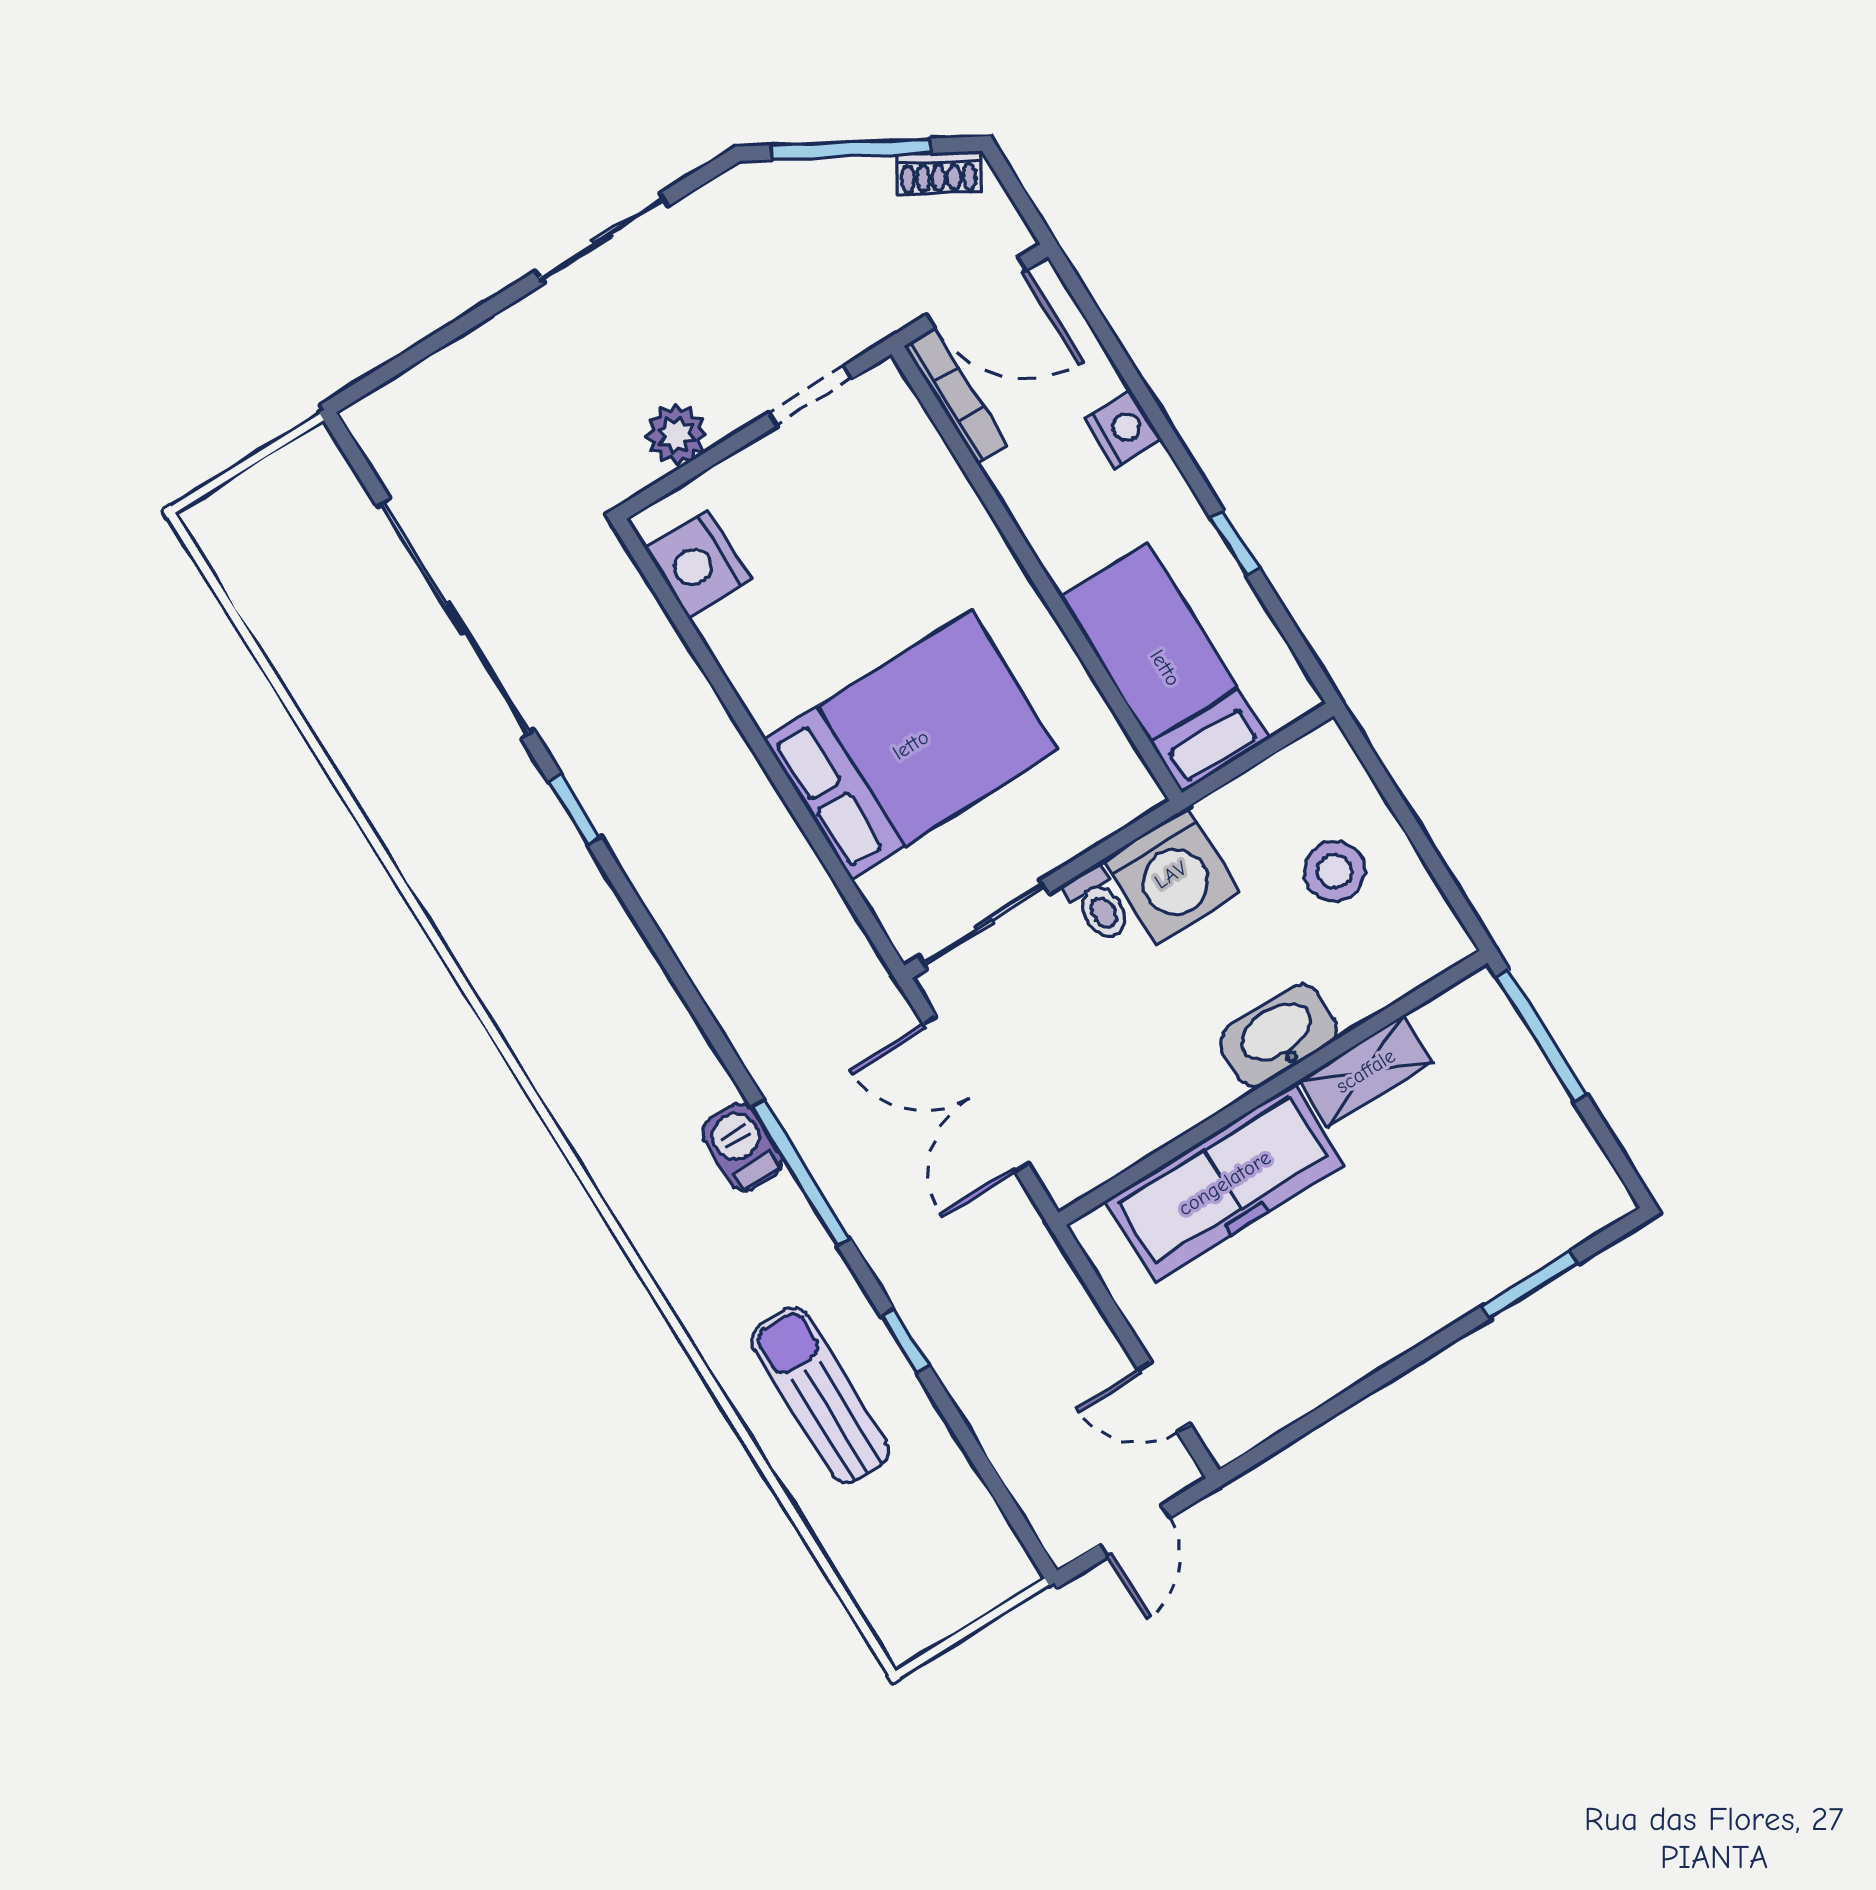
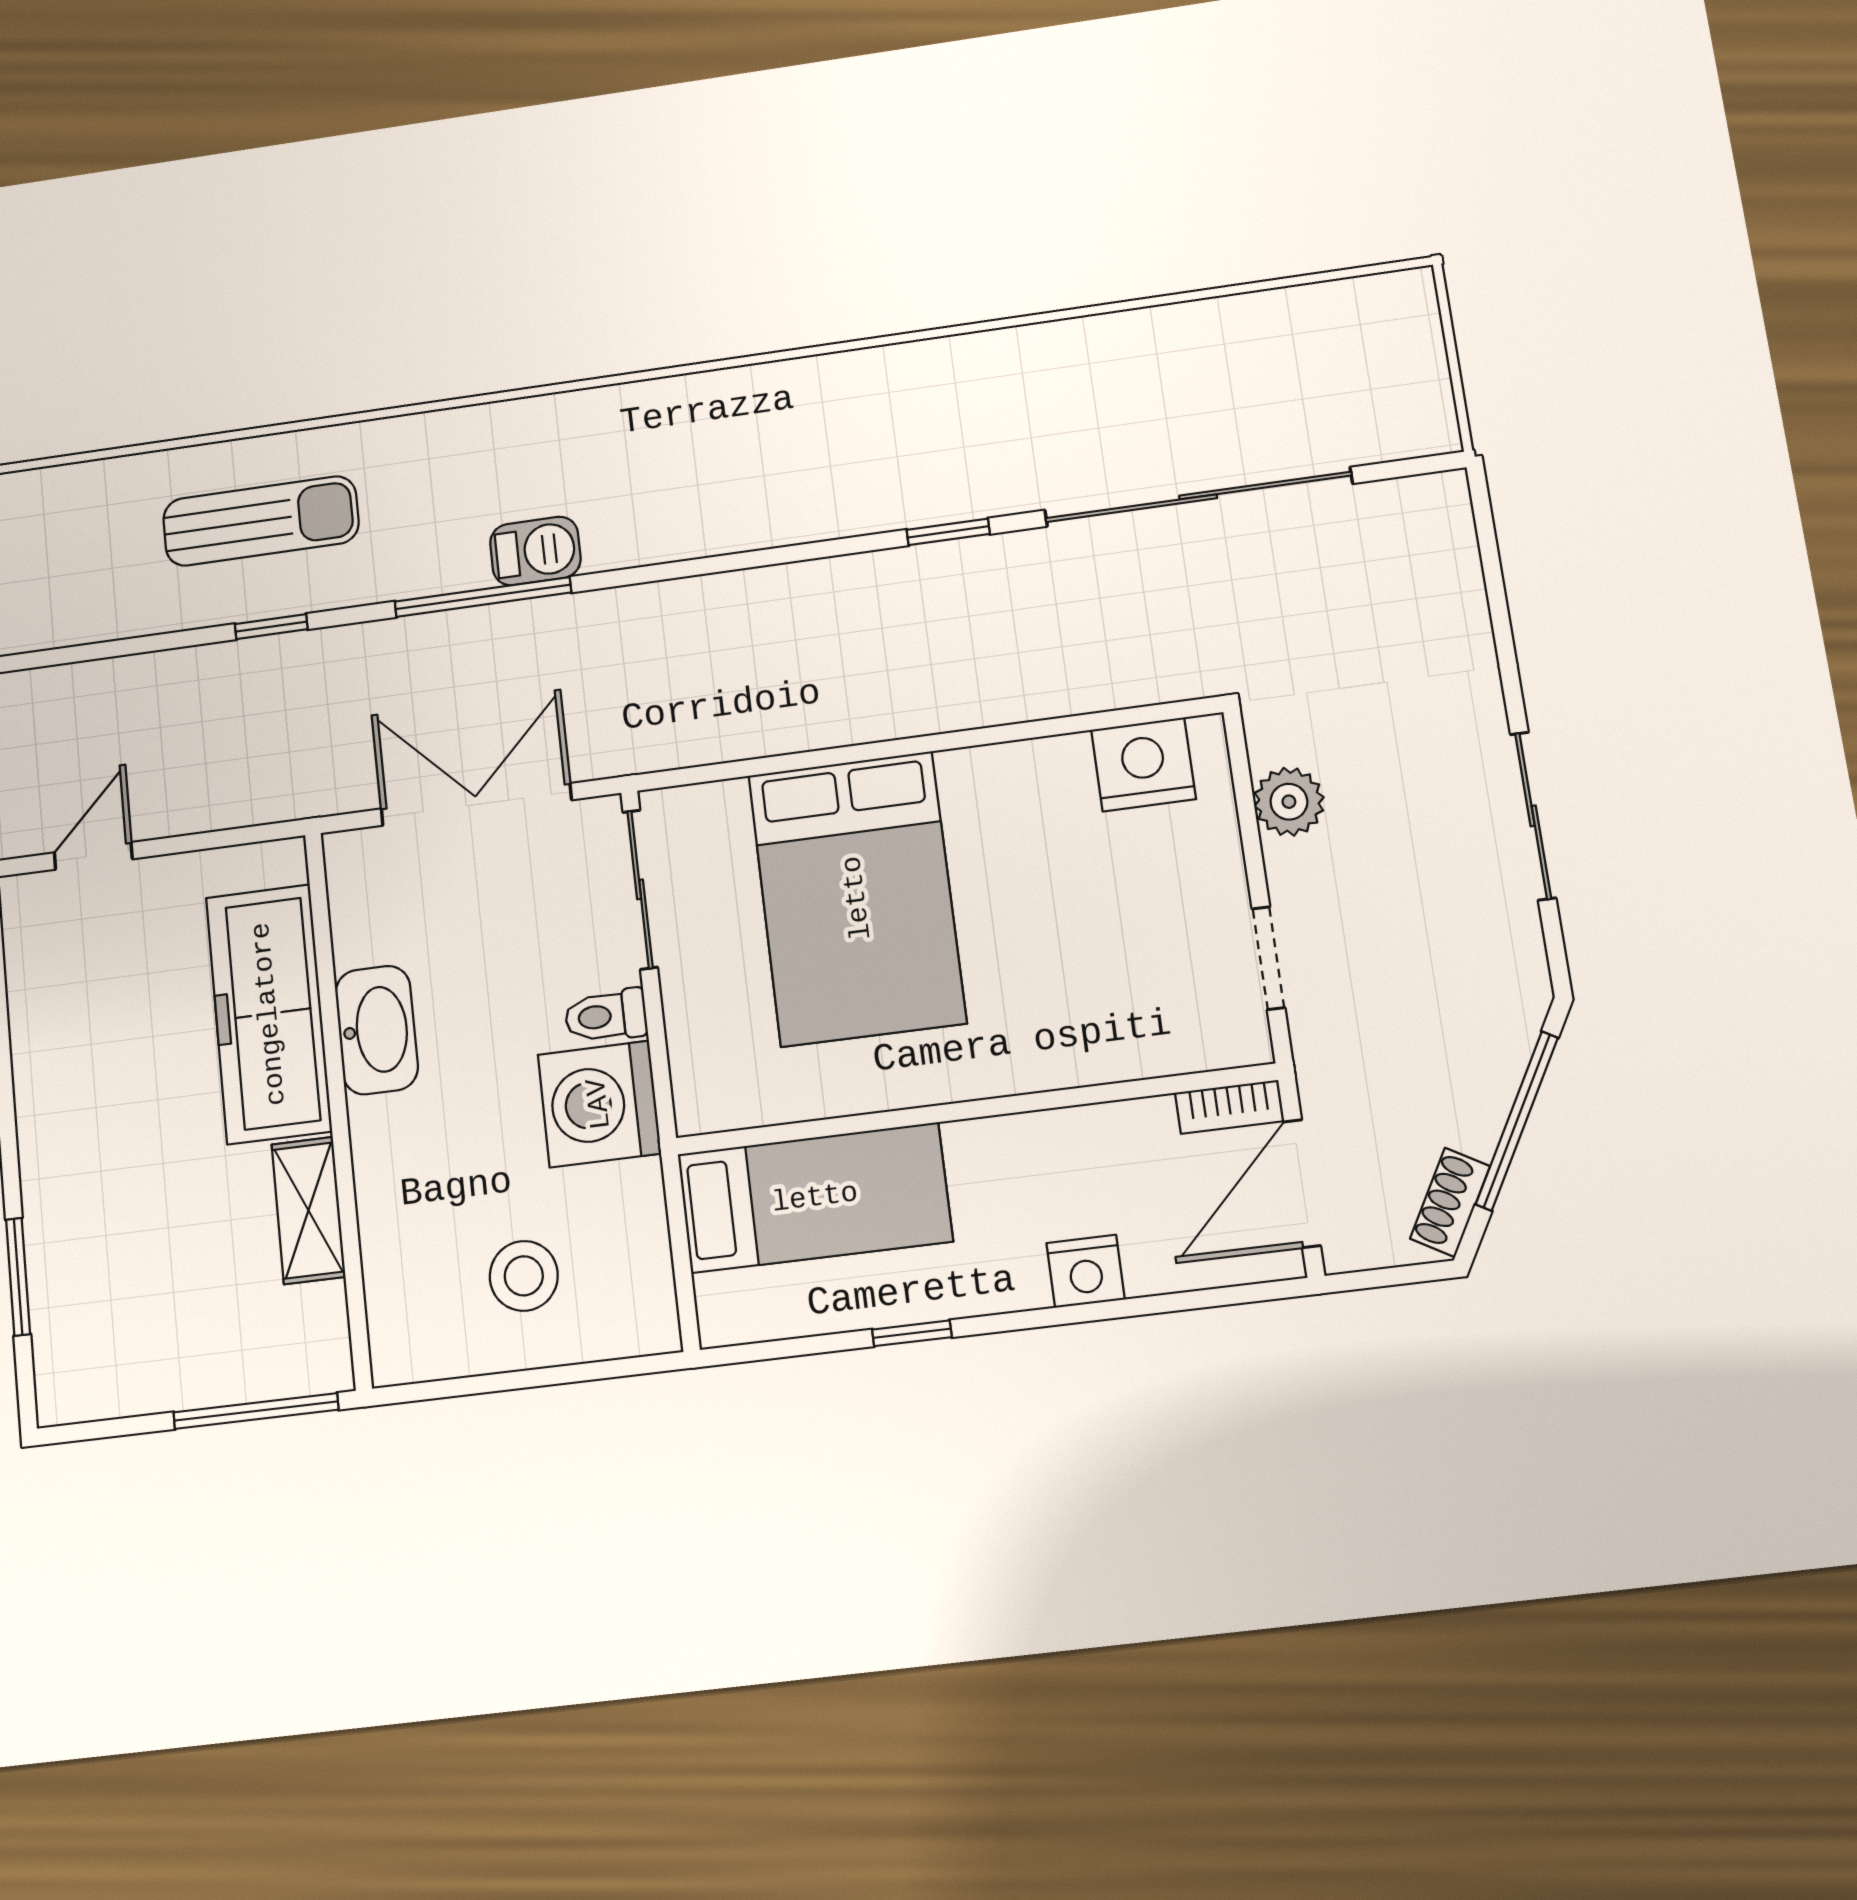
bookcase: (956, 396) -> (1229, 1107), width x0.64
washbasin: (1278, 1036) -> (377, 1030), moved

